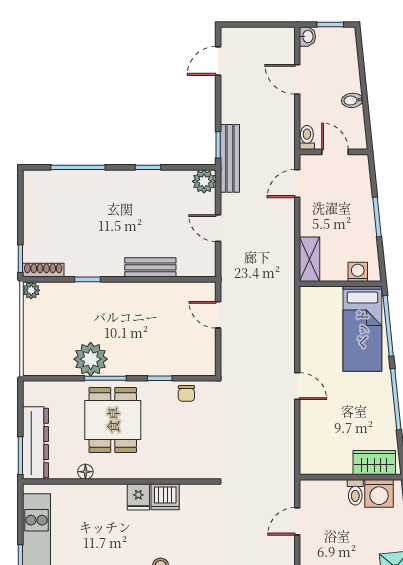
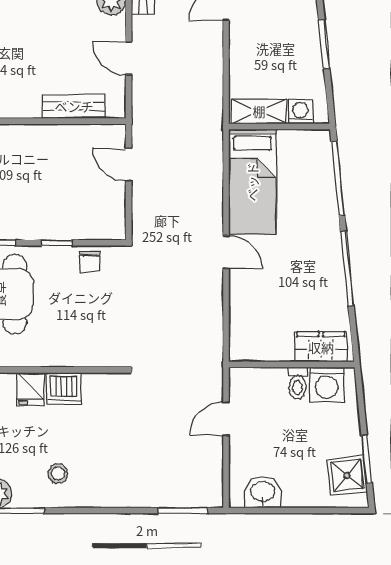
shelving: (309, 259) -> (259, 111), moved, turned 90
bench: (150, 267) -> (74, 106), moved
bed: (362, 329) -> (252, 182), moved

